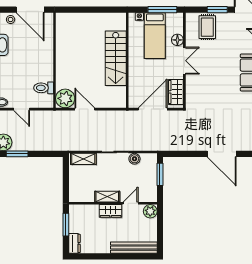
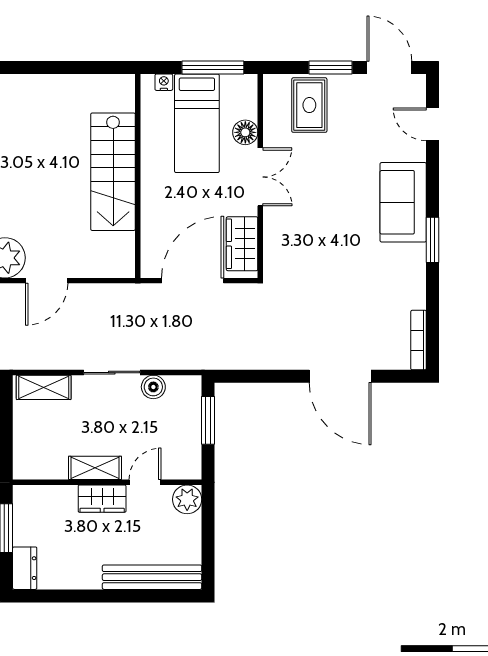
door: (85, 109) -> (47, 281), swing flipped

